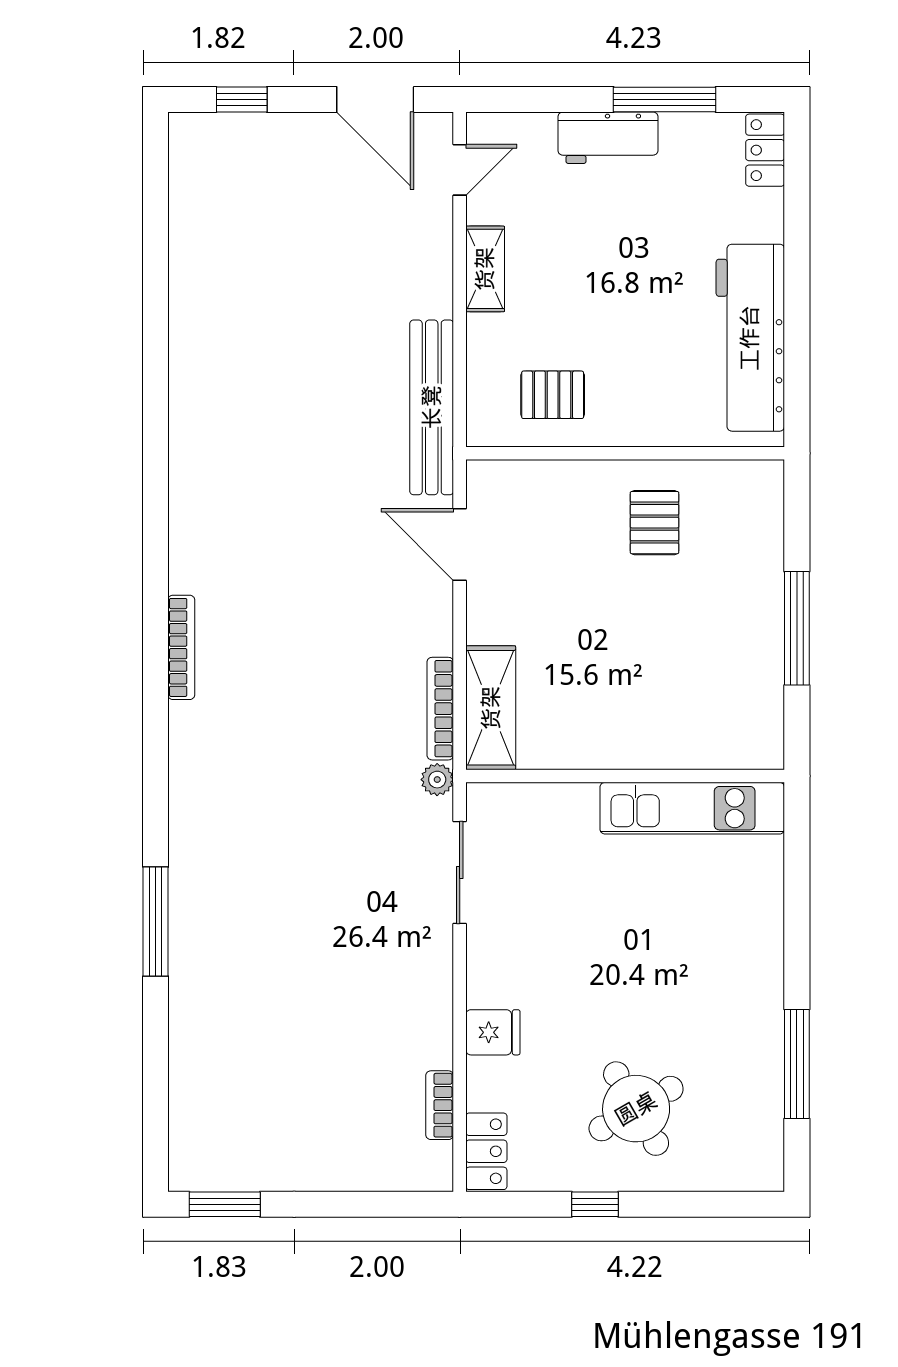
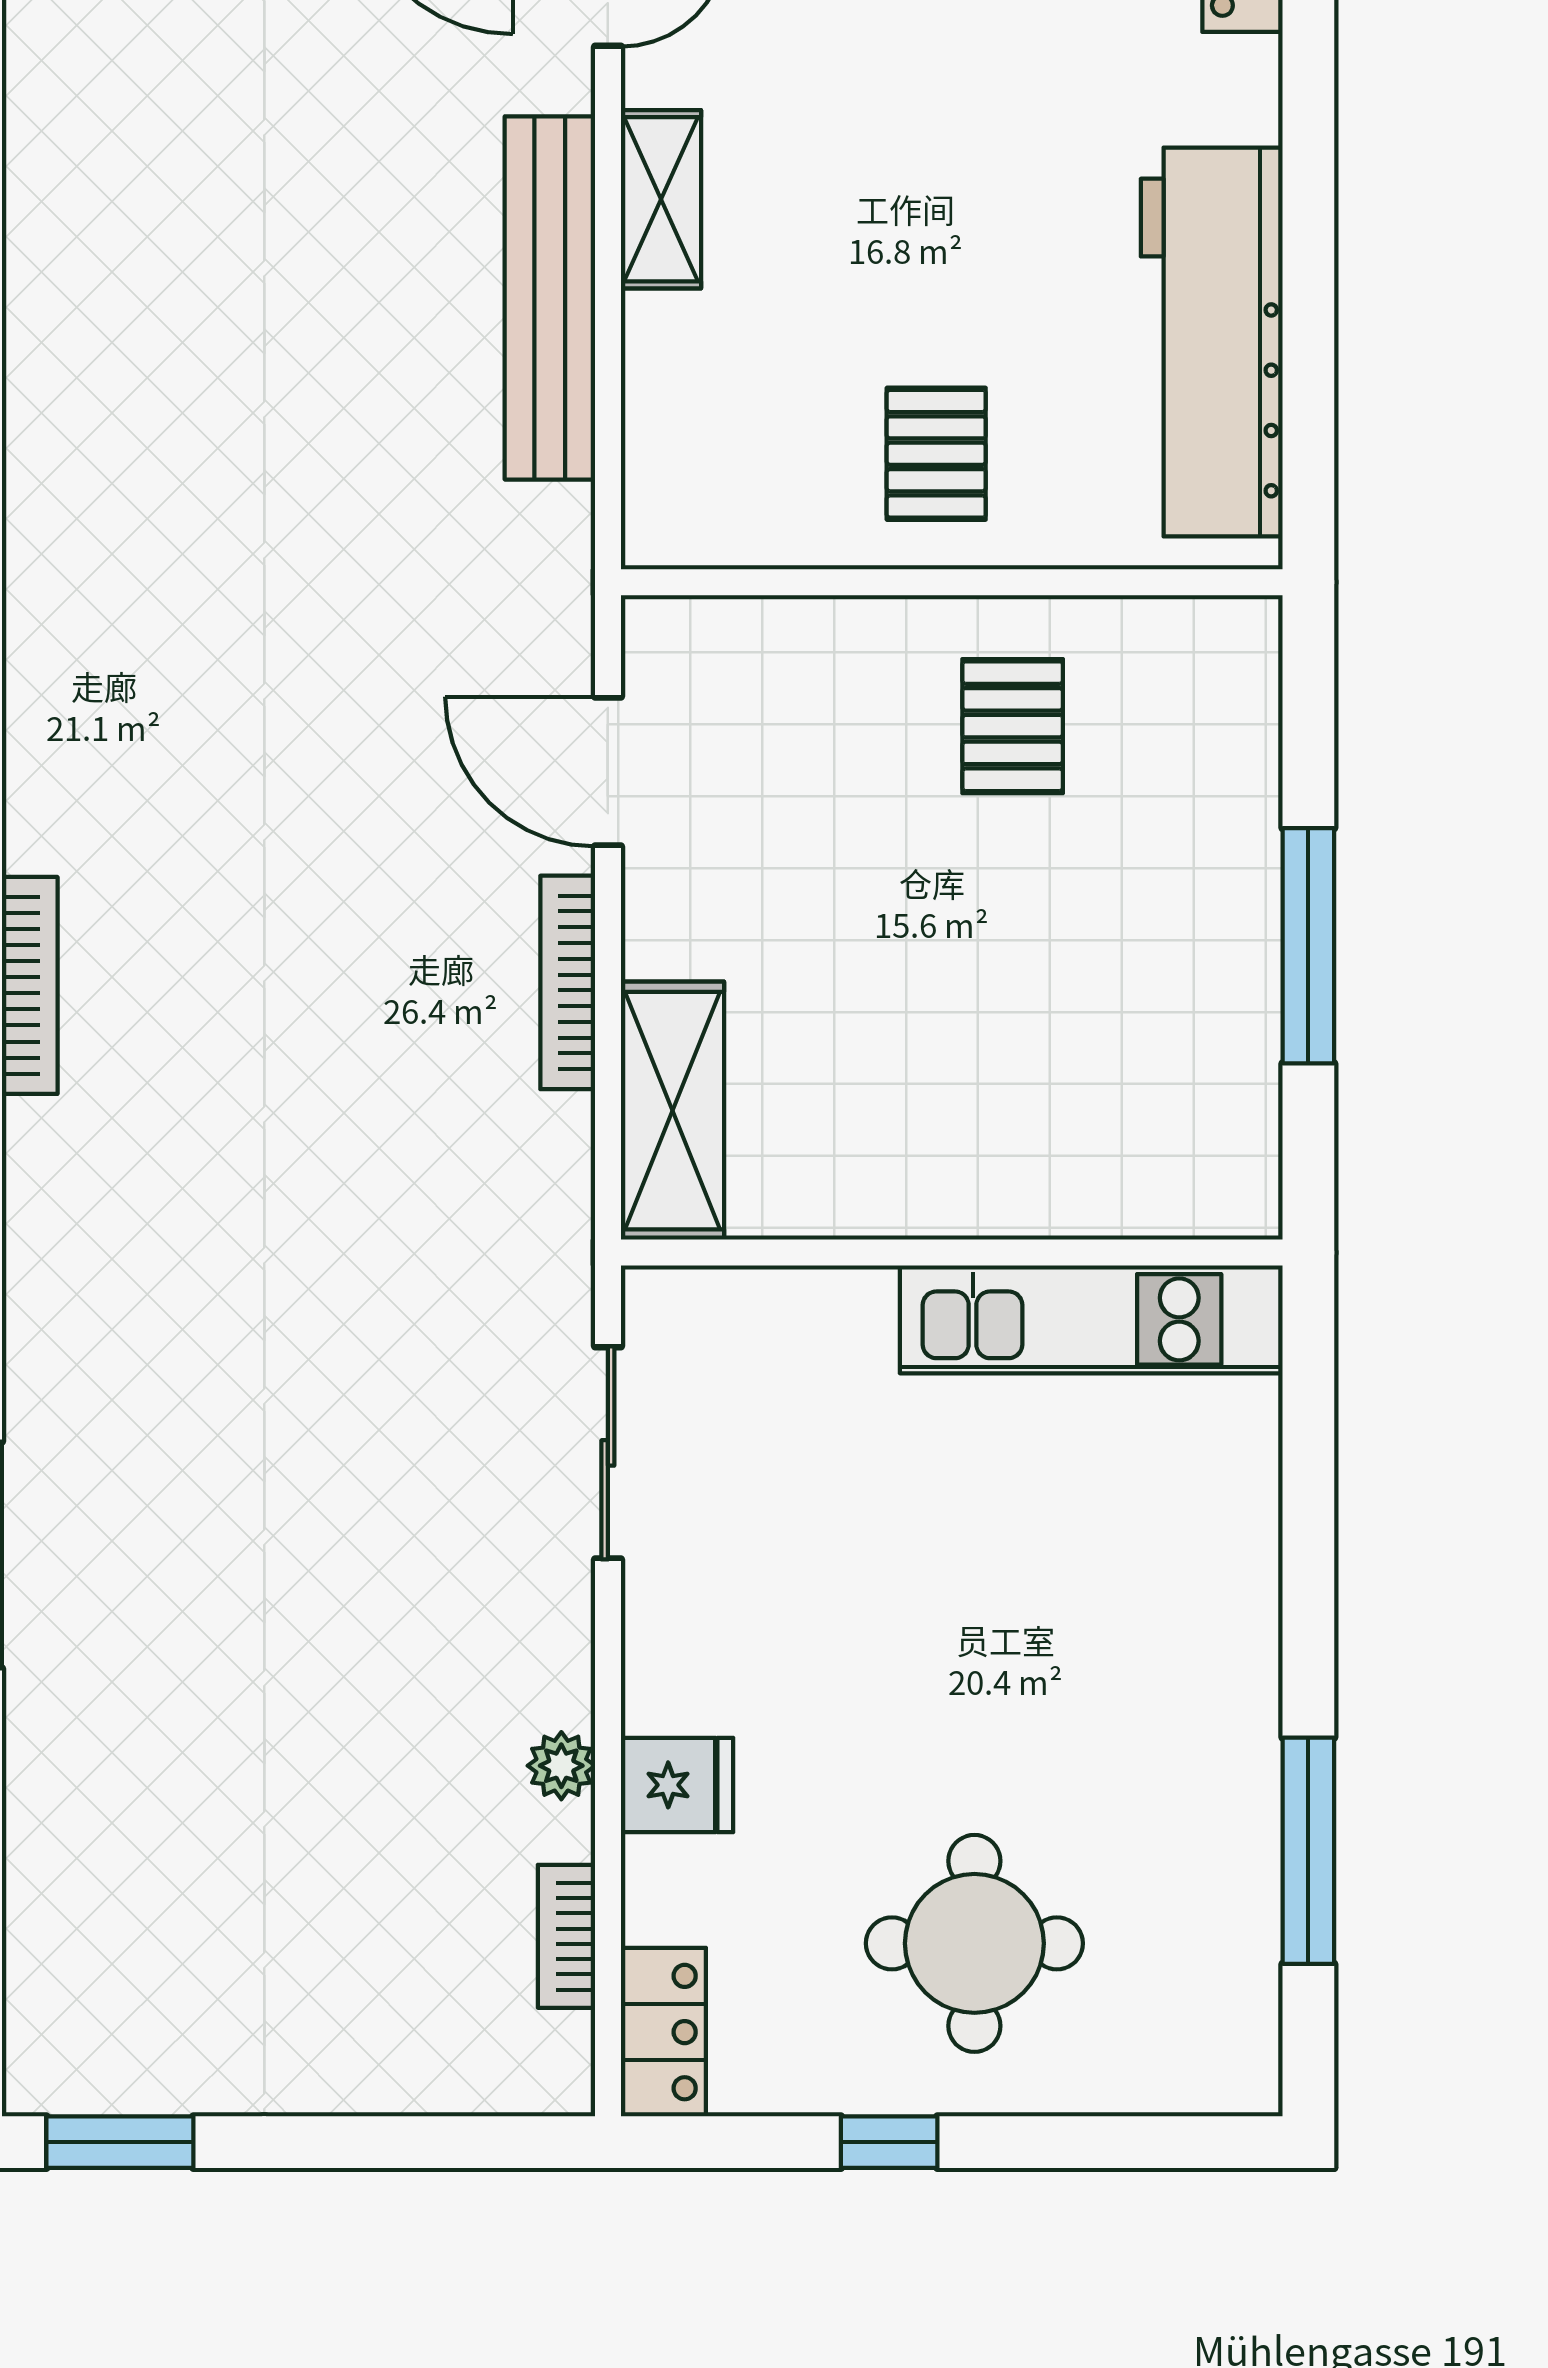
pallet: (553, 395) -> (936, 454), moved, turned 90
bench: (432, 407) -> (550, 298), moved
bookcase: (440, 709) -> (568, 982), moved
plant: (437, 780) -> (561, 1766), moved
round table: (636, 1109) -> (974, 1943), turned 30

